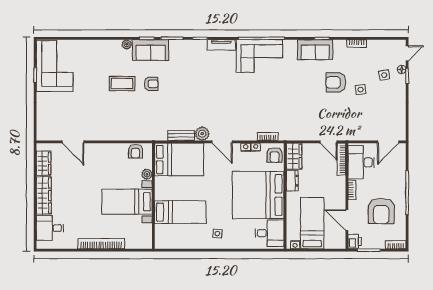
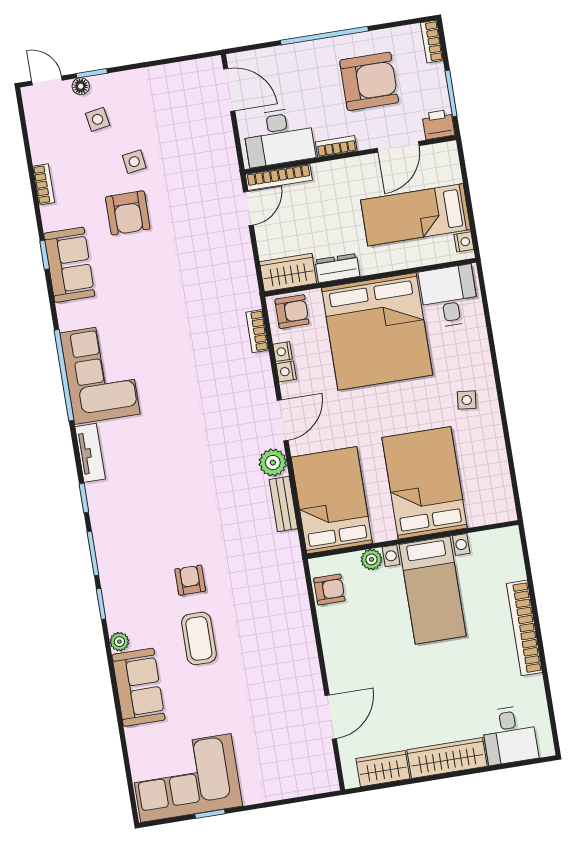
sofa: (151, 50) -> (138, 687), moved
bed: (180, 212) -> (425, 483), width x1.50

